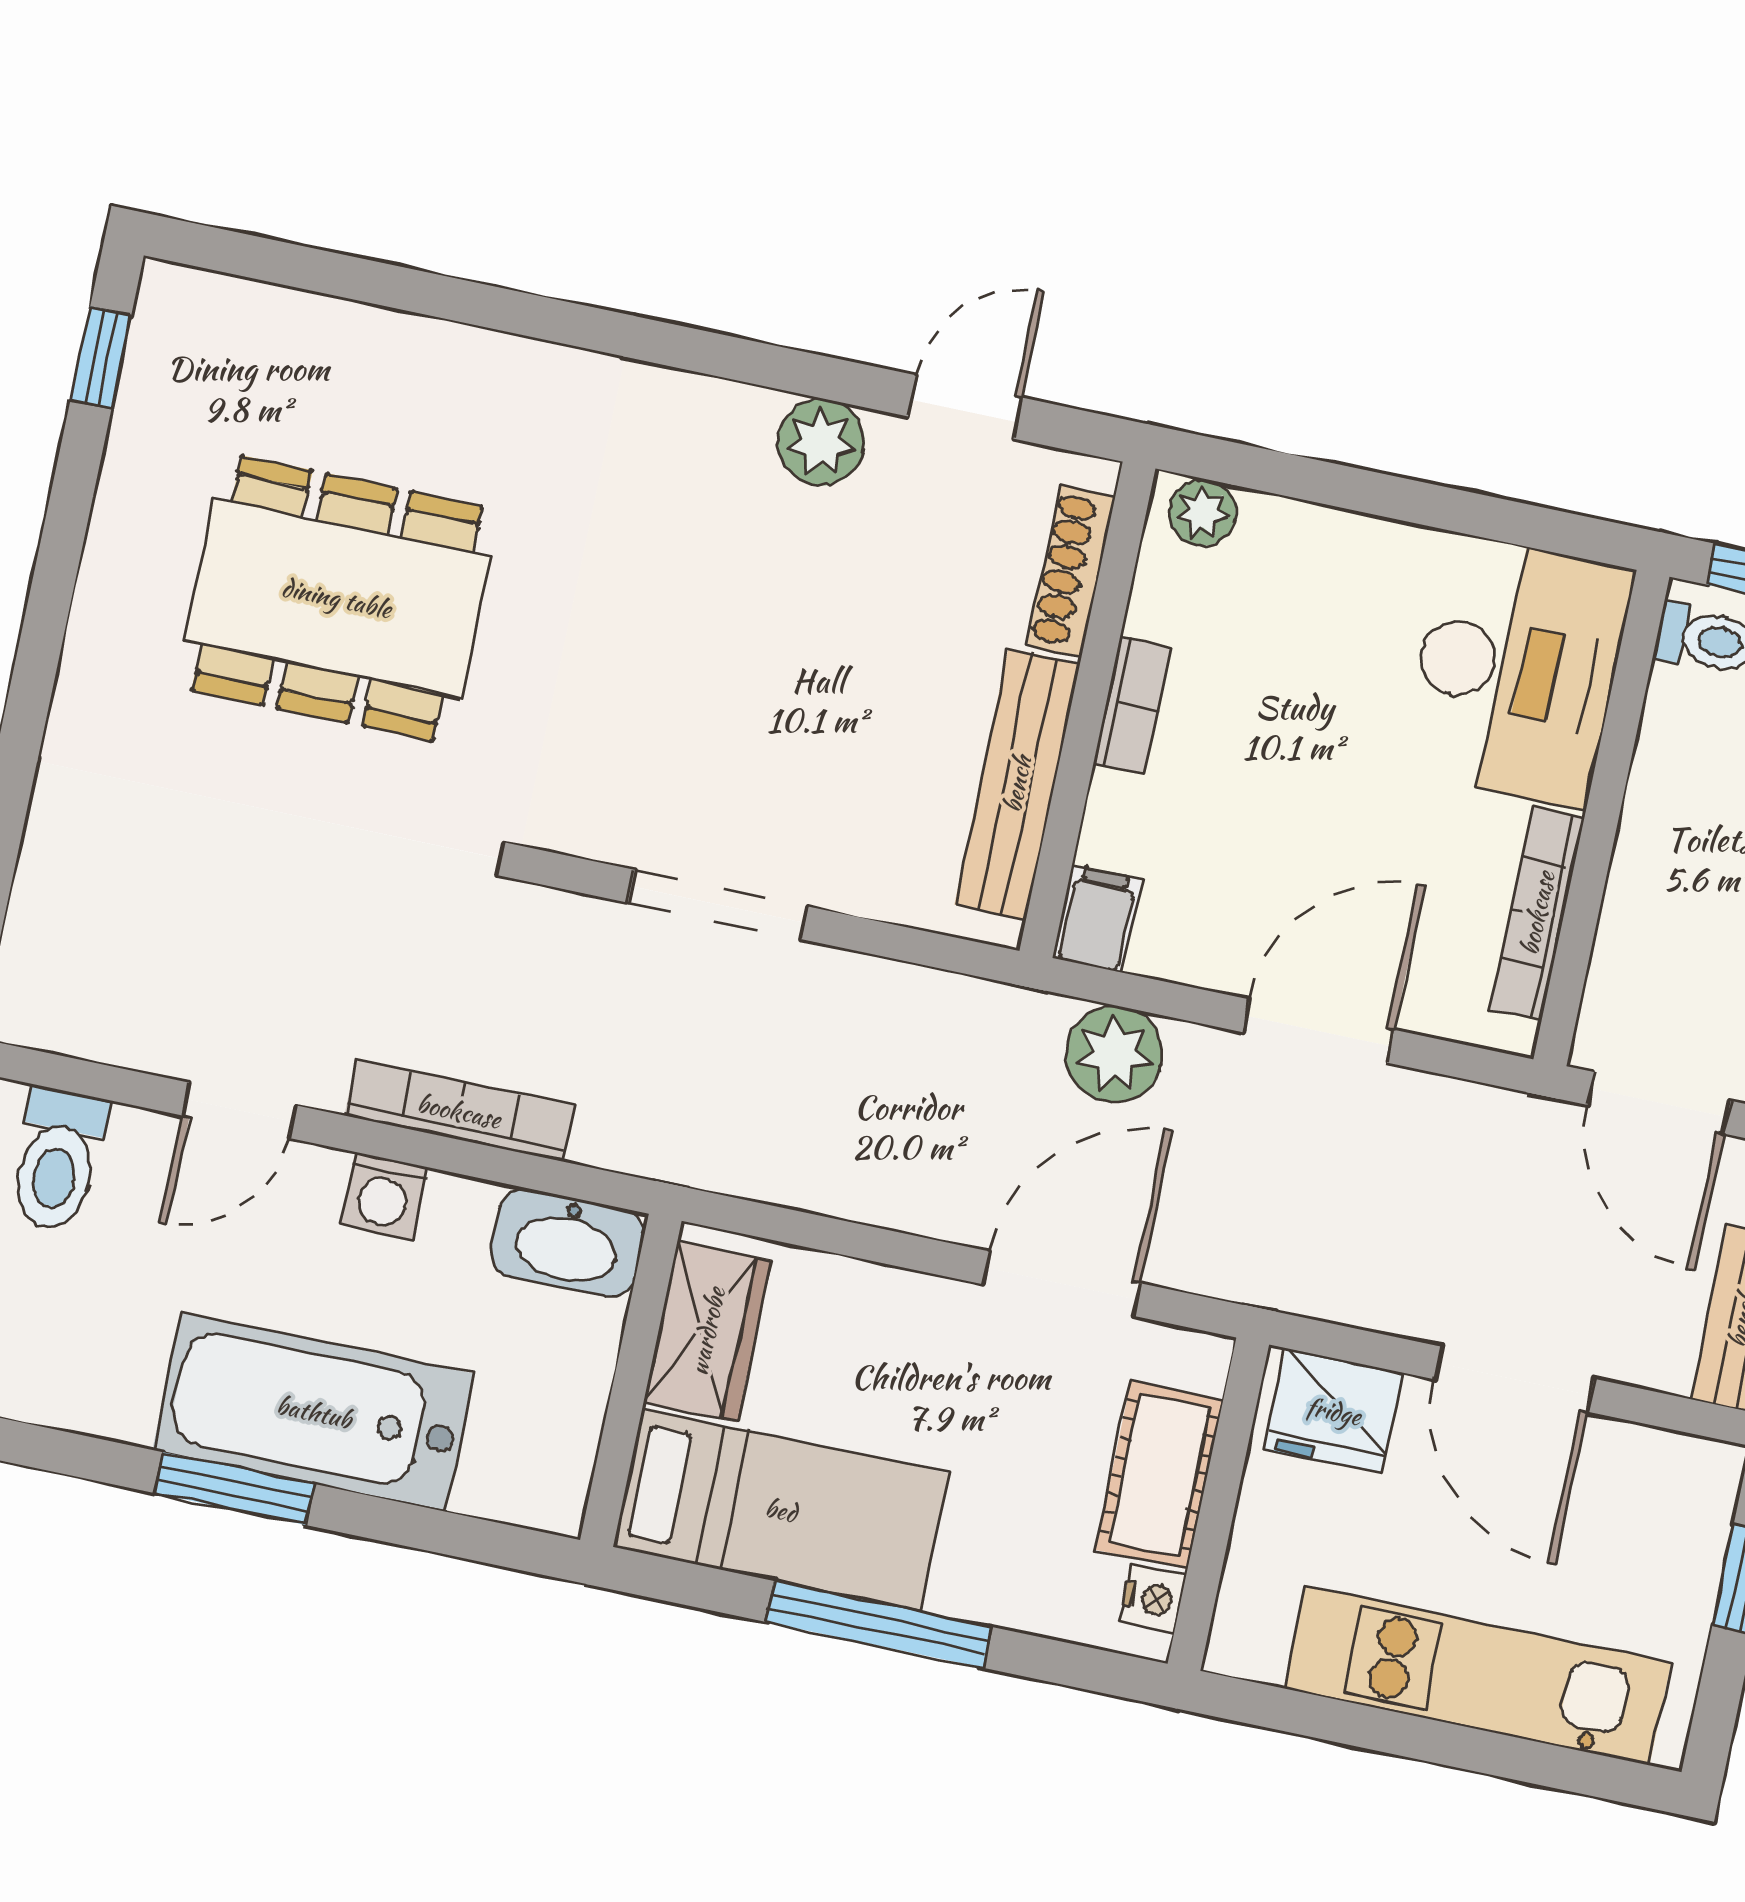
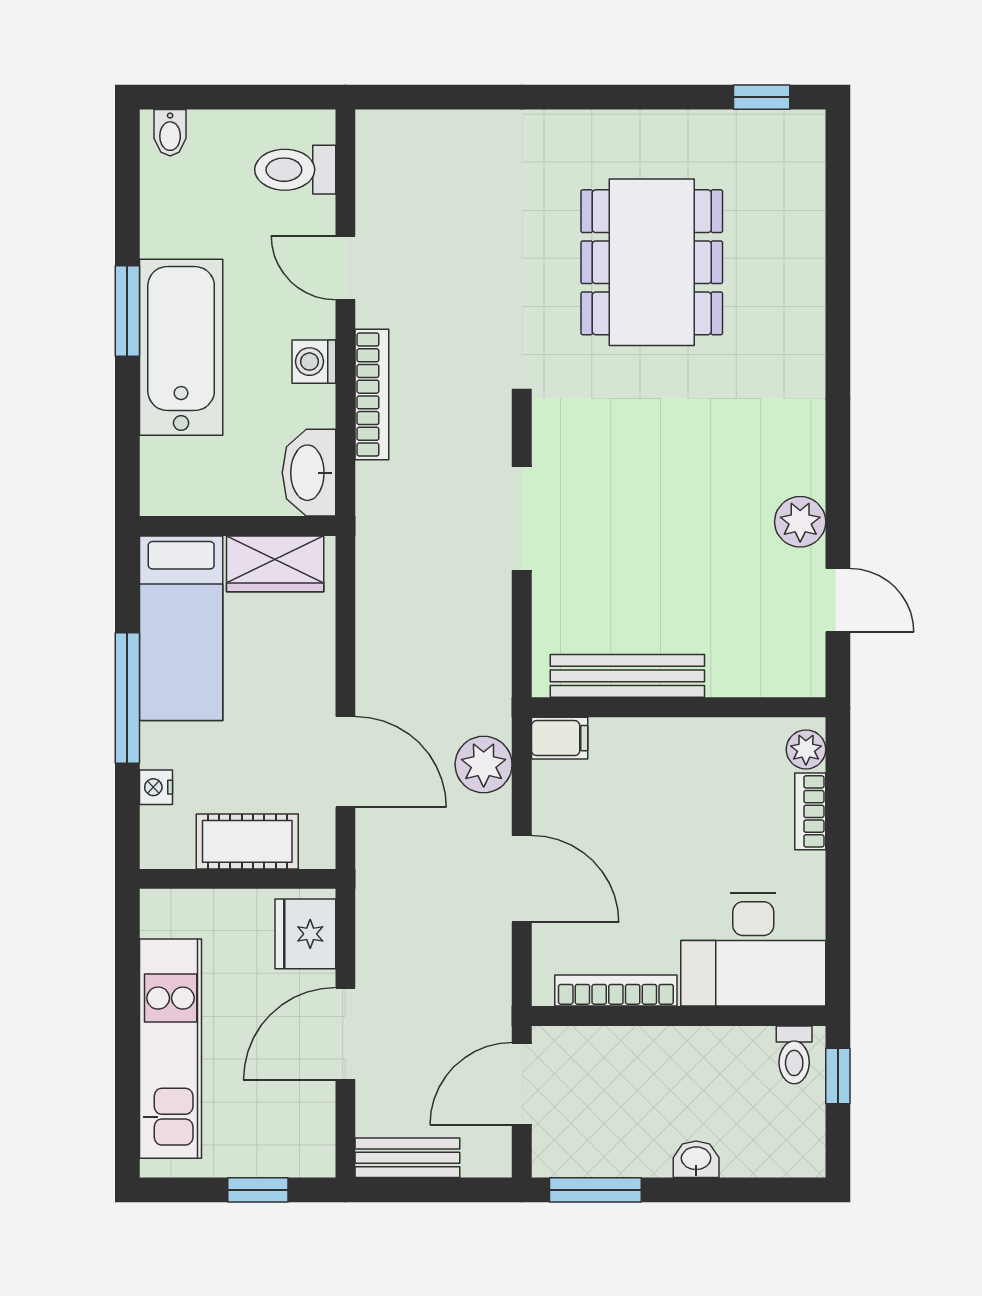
shoe rack: (1071, 571) -> (756, 681), removed
bookcase: (1132, 706) -> (810, 811), moved, turned 90
nightstand: (1153, 1599) -> (156, 787), moved, turned 90

